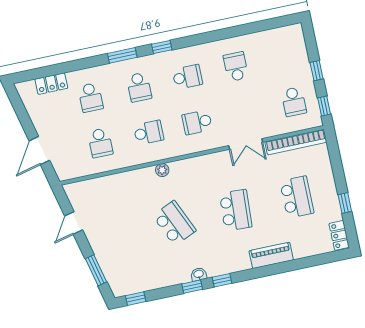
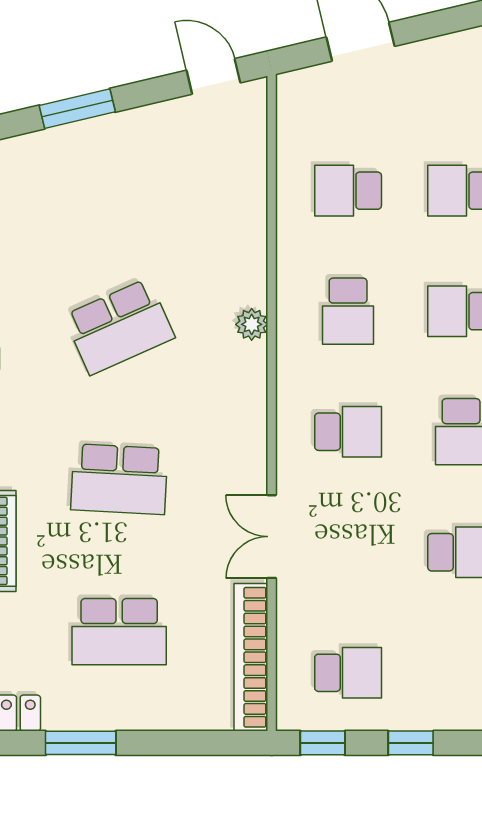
school desk: (294, 102) -> (348, 673), turned 180
school desk: (197, 122) -> (348, 432), turned 90
window: (345, 203) -> (81, 743), width x1.50
door: (74, 223) -> (213, 76), moved
window: (96, 270) -> (77, 109), moved

